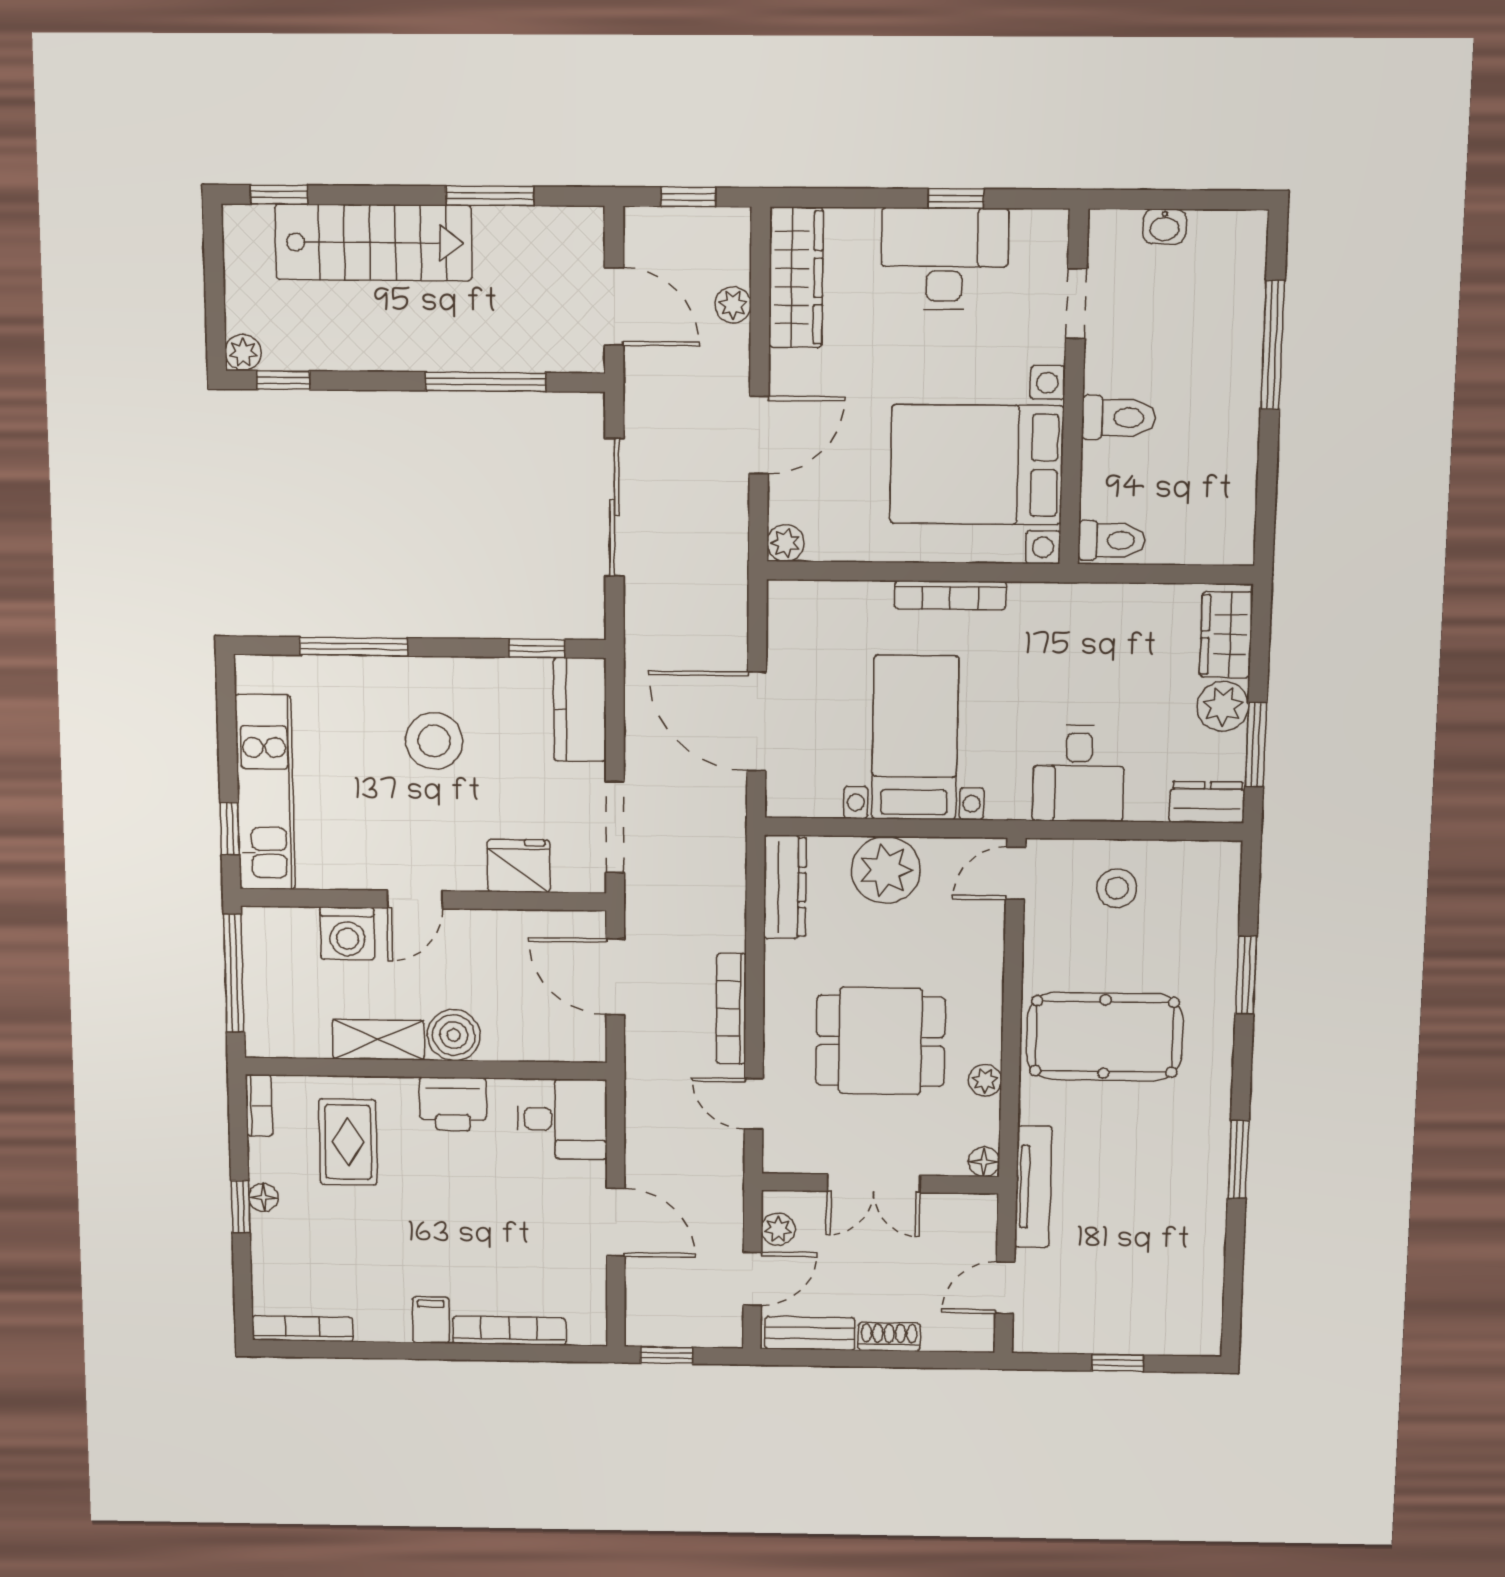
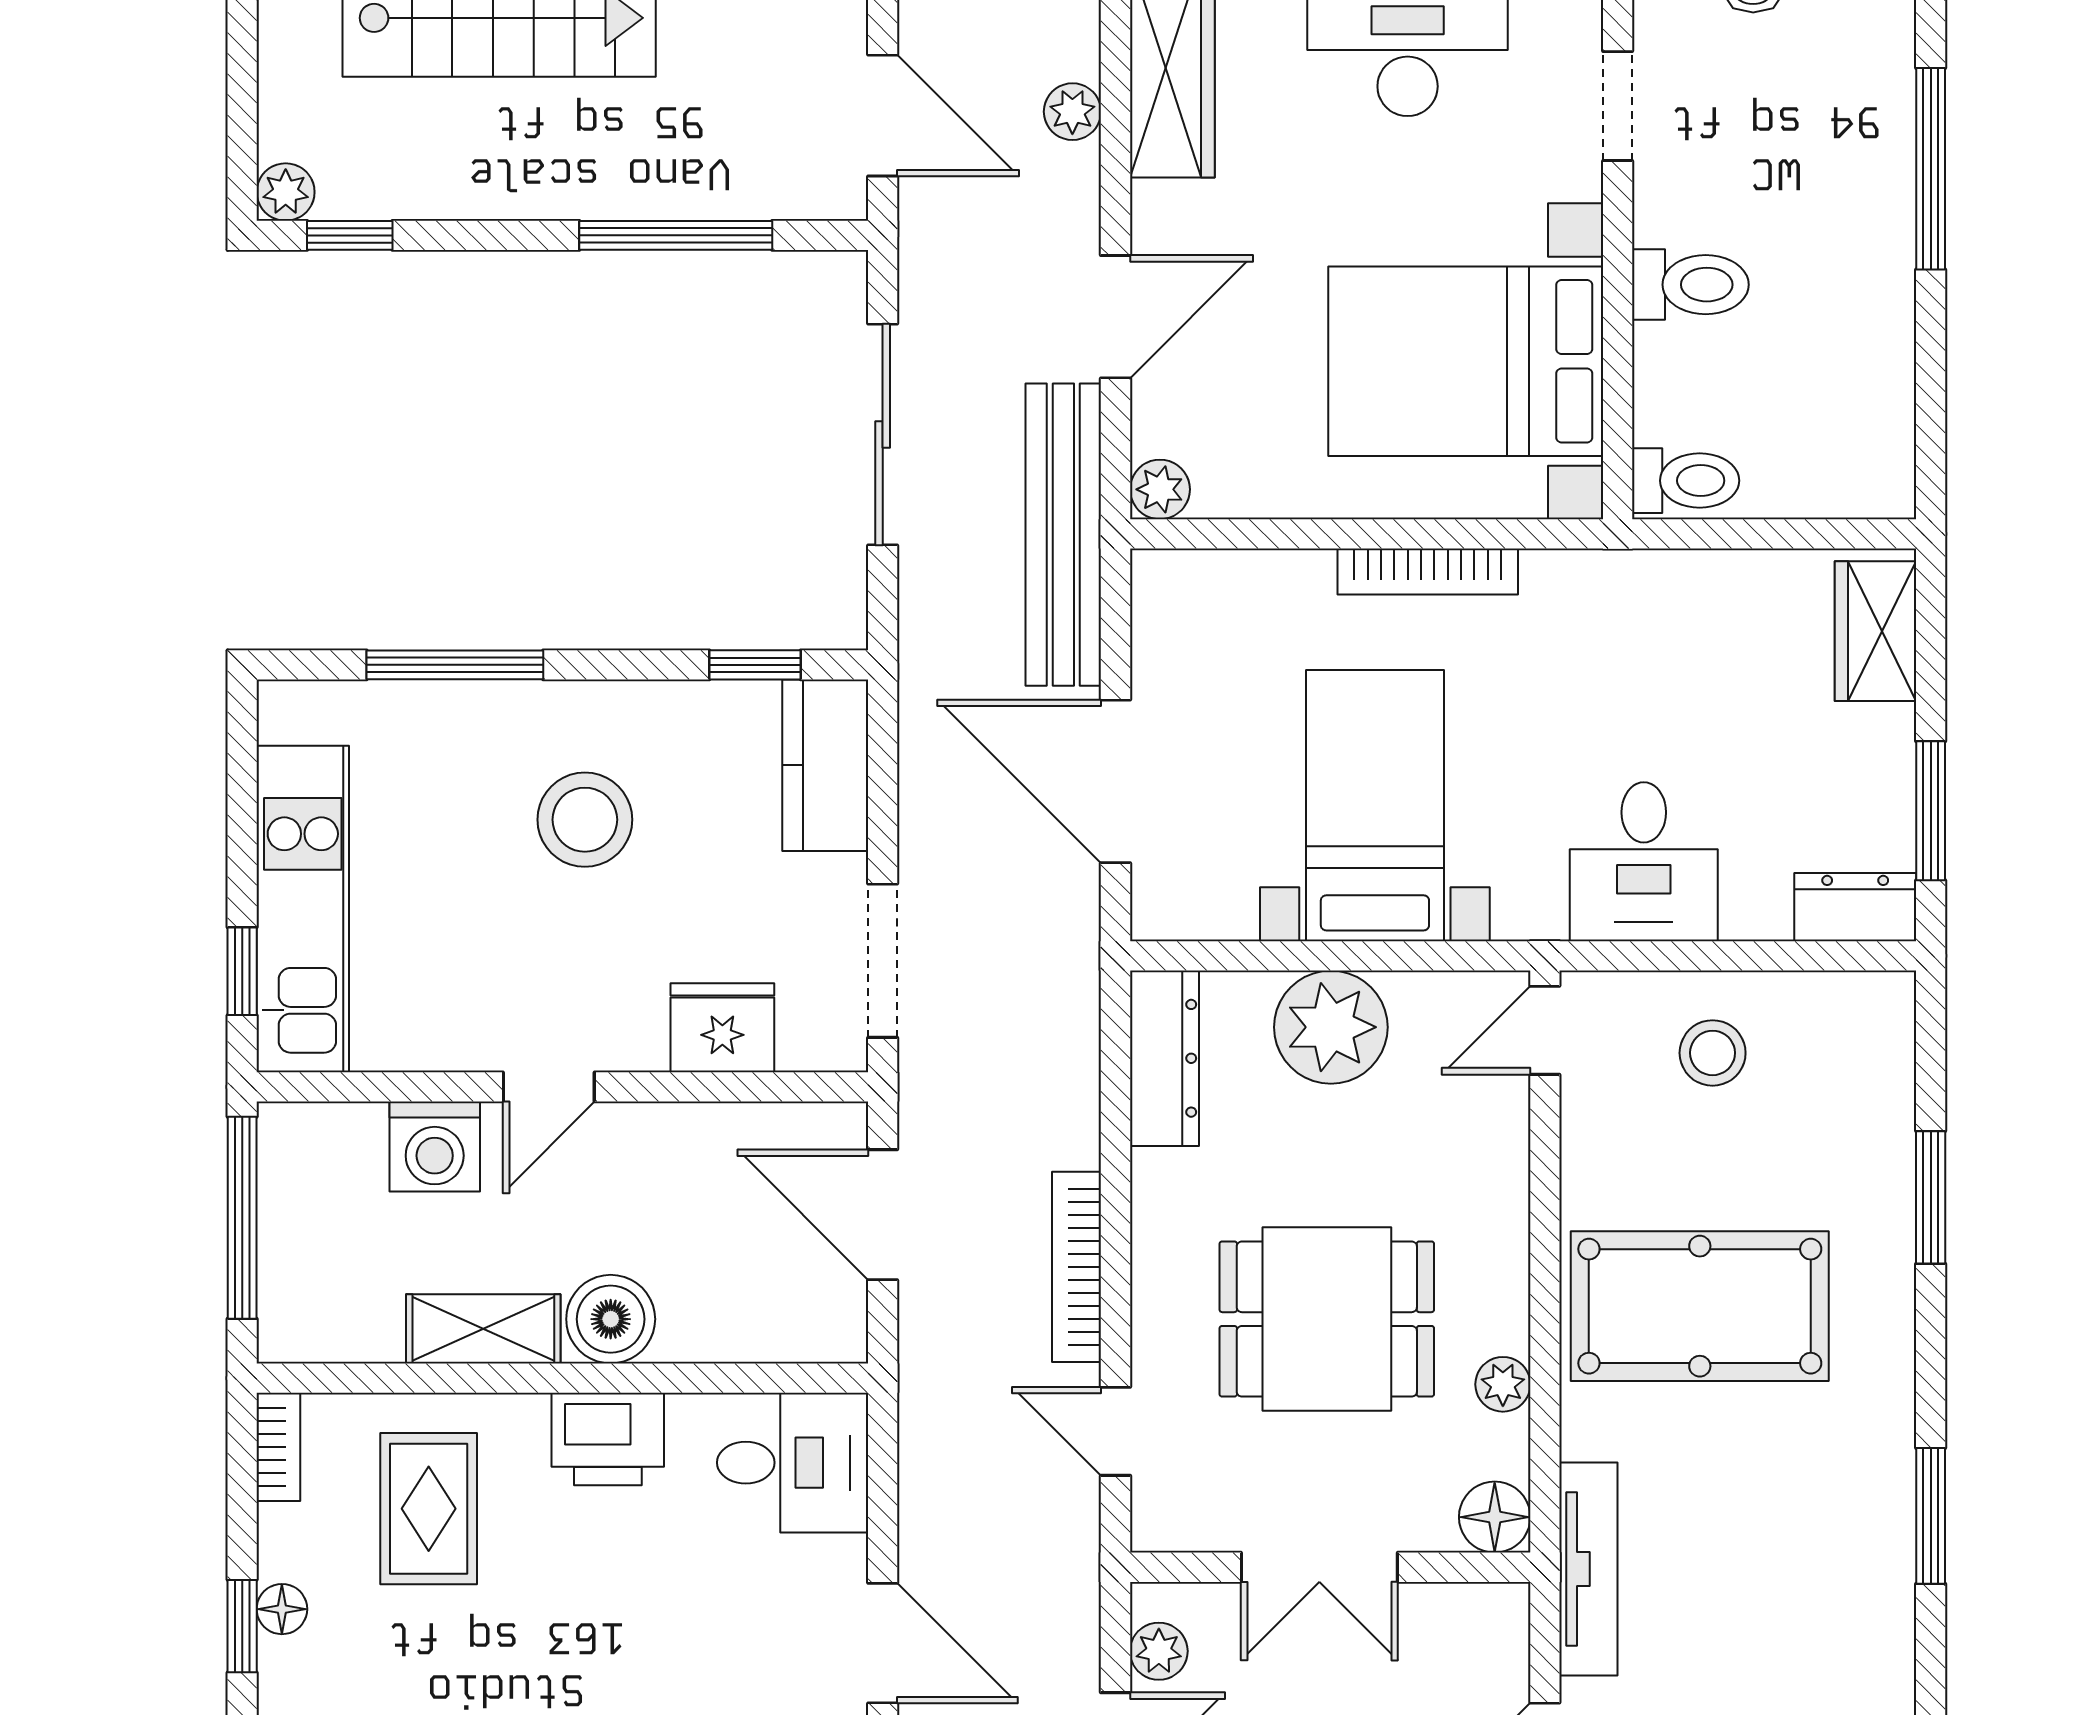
bench: (726, 570) -> (1063, 535), added
plant: (1223, 706) -> (1875, 748), removed
floor lamp: (984, 1162) -> (1495, 1517), width x1.37, depth x1.37

